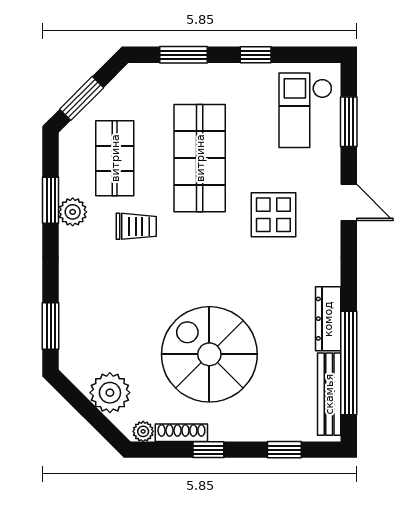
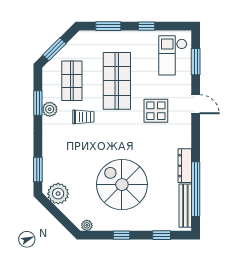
plant: (110, 393) -> (58, 194), moved
shoe rack: (181, 433) -> (107, 226), removed

